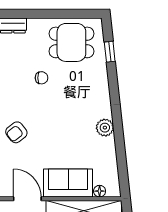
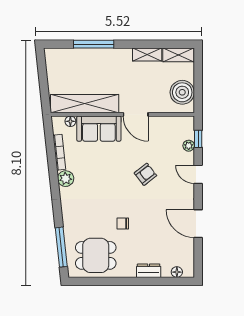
window: (110, 52) -> (61, 247), width x2.17
bookcase: (112, 157) -> (59, 152), added

